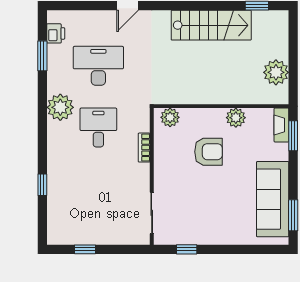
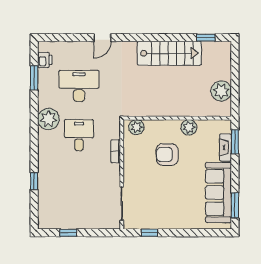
fireplace: (281, 125) -> (226, 147), moved
armchair: (208, 152) -> (167, 155), turned 180

